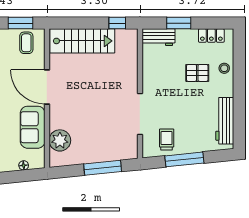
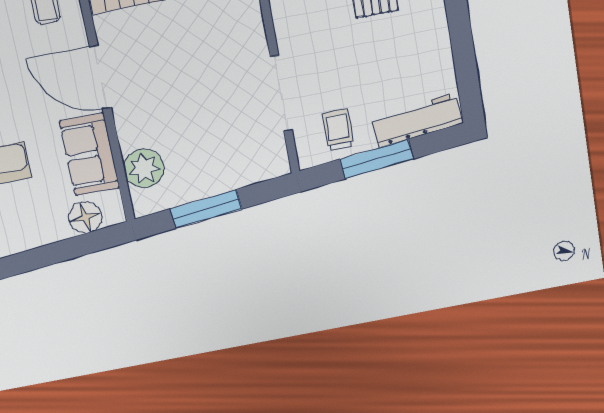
workbench: (225, 121) -> (417, 120), moved, turned 84
floor lamp: (24, 165) -> (85, 217), width x1.89, depth x1.89
window: (103, 168) -> (206, 209), moved

